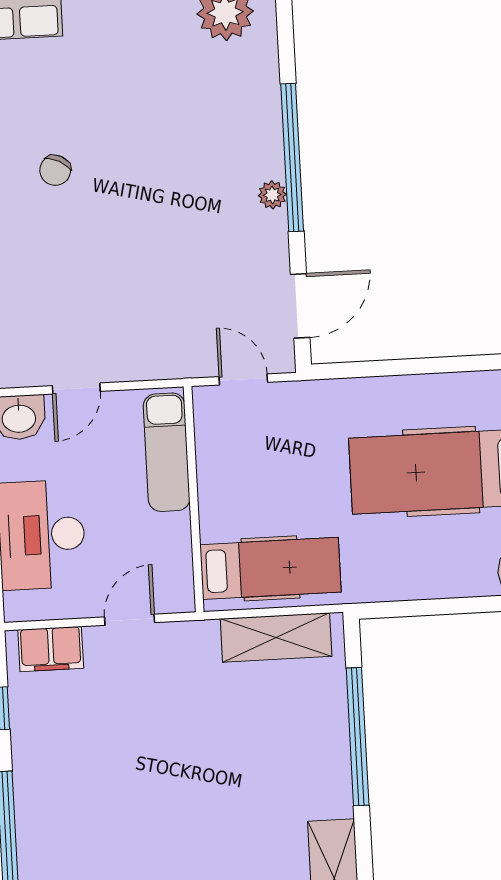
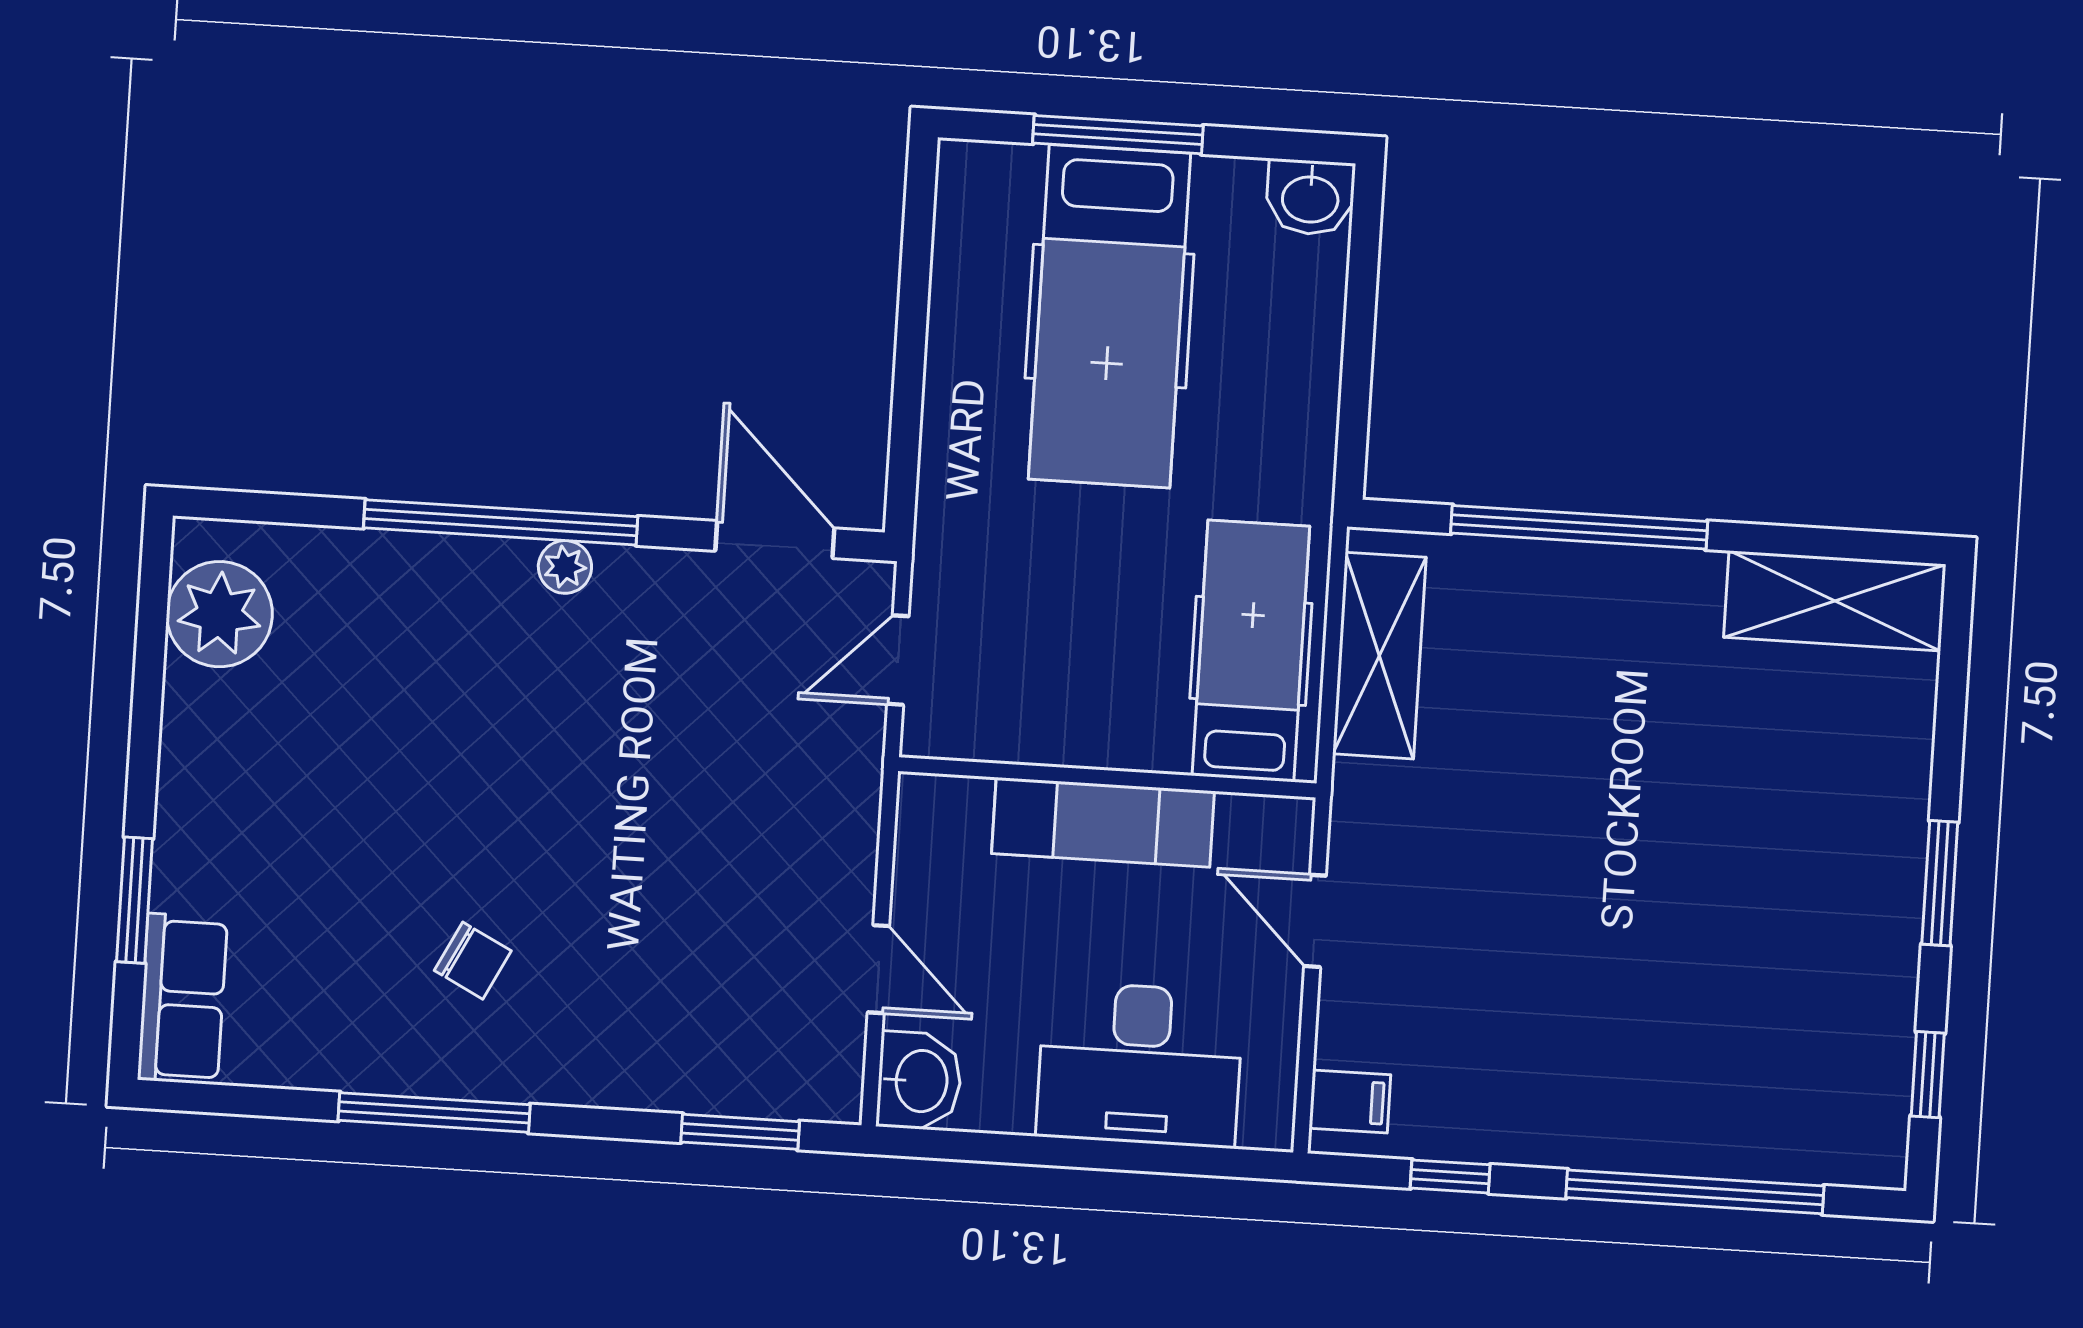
exam couch: (167, 452) -> (1103, 822), moved
filing cabinet: (51, 649) -> (1350, 1101), width x0.50

